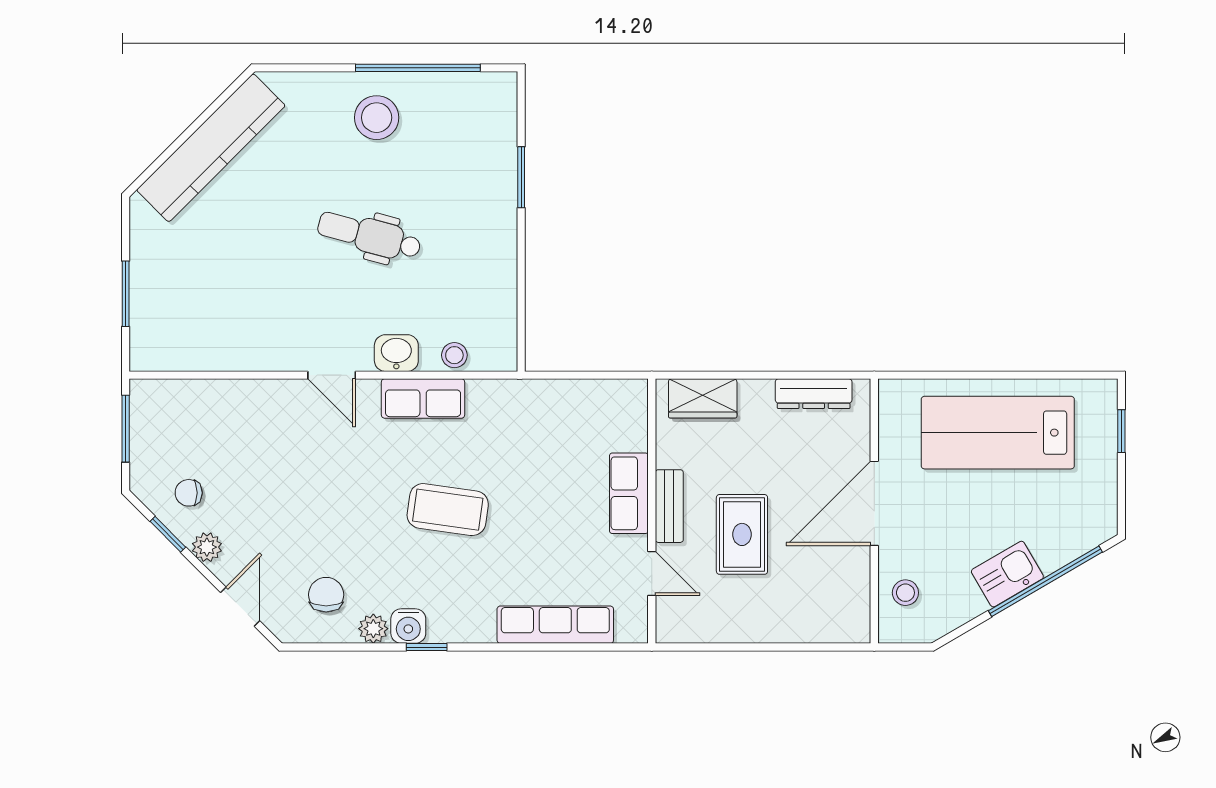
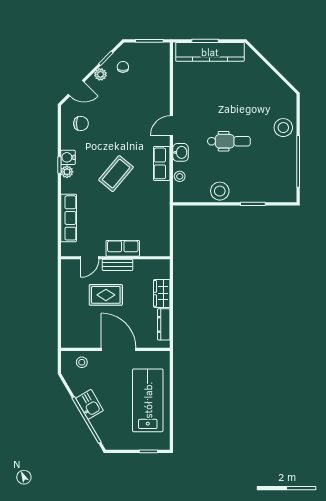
stool: (377, 118) -> (283, 128), moved
kitchen counter: (211, 148) -> (210, 52), moved, turned -45
dental chair: (369, 236) -> (229, 141), turned 75
stool: (490, 258) -> (220, 191), added
wardrobe: (703, 398) -> (162, 293), moved
coffee table: (448, 510) -> (116, 174), turned 32
plant: (373, 629) -> (67, 172), moved

